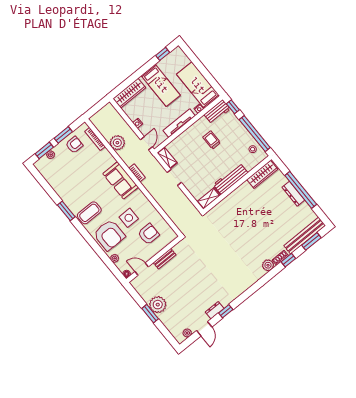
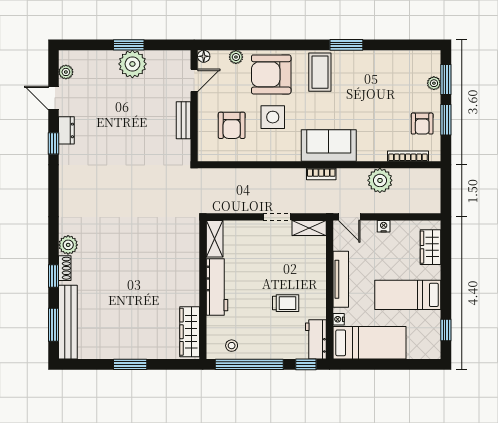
wardrobe: (129, 93) -> (431, 247), width x0.67
window: (301, 190) -> (130, 364), width x0.47
dresser: (293, 194) -> (133, 351), removed

